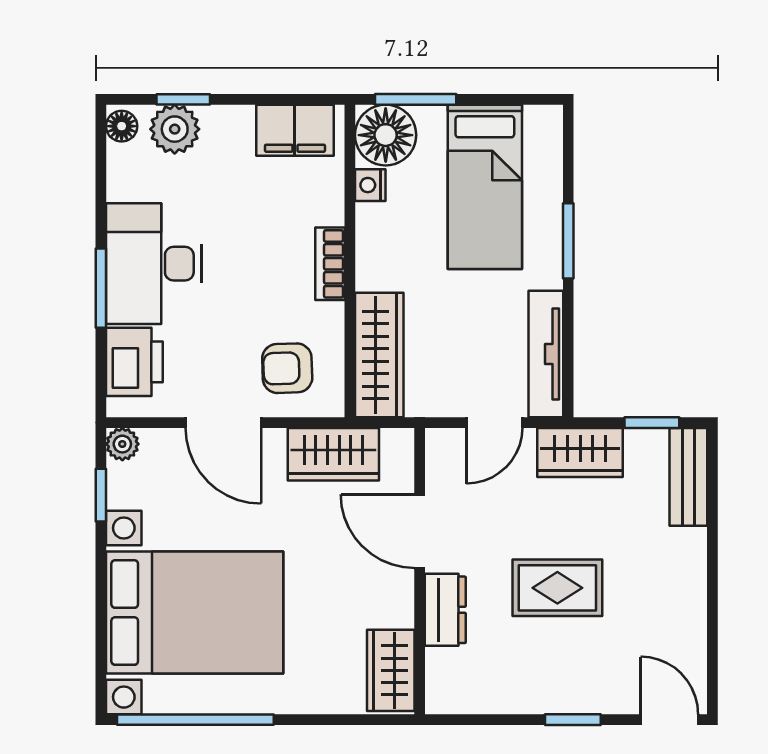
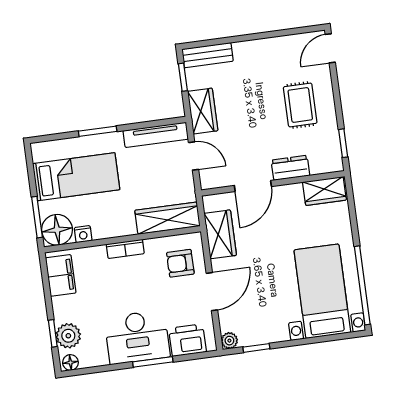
armchair: (287, 368) -> (180, 263), turned 92
rug: (557, 588) -> (300, 105), moved
bed with nightstands: (195, 613) -> (322, 291), width x0.73
window: (573, 720) -> (343, 143), moved

